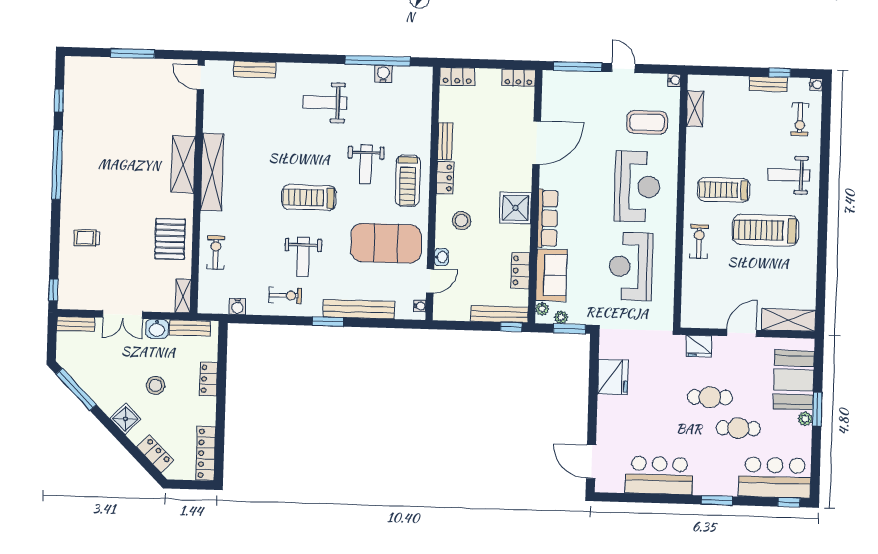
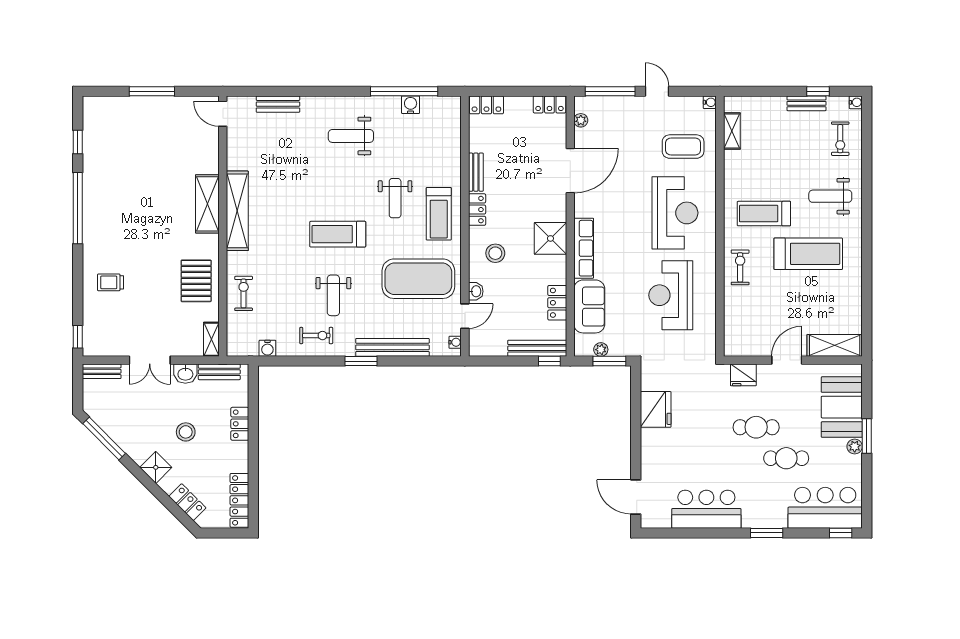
treadmill: (766, 230) -> (808, 254), turned 180
plant: (542, 309) -> (581, 120), moved

